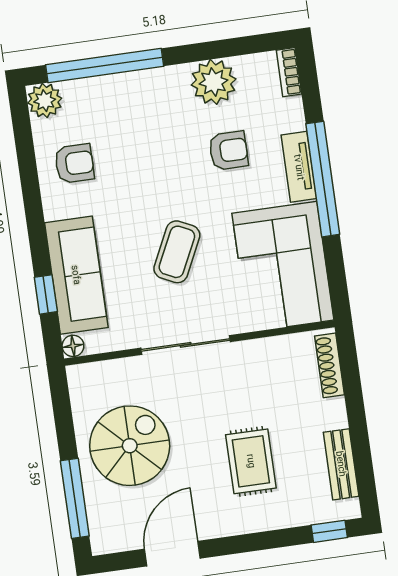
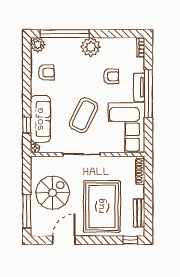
plant: (214, 82) -> (91, 47), moved
coffee table: (177, 252) -> (84, 115), width x1.36, depth x1.32
rug: (251, 461) -> (102, 206), width x1.86, depth x2.06

